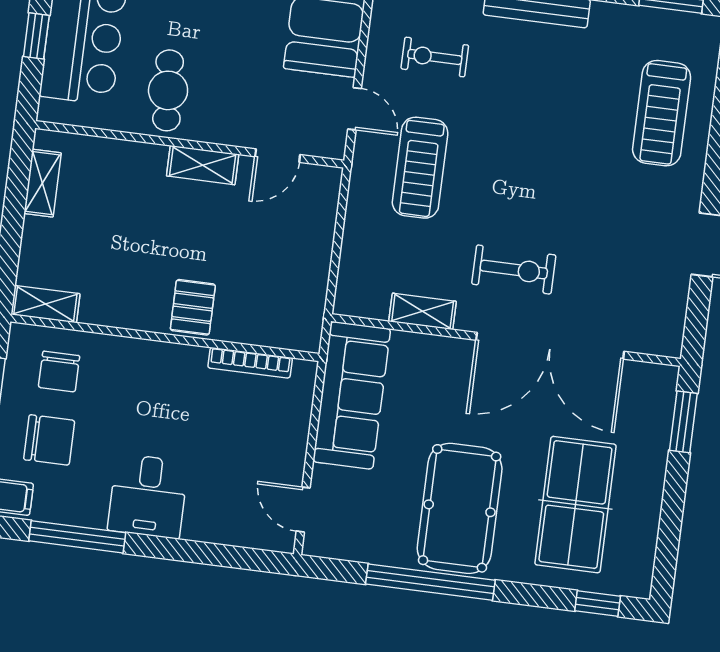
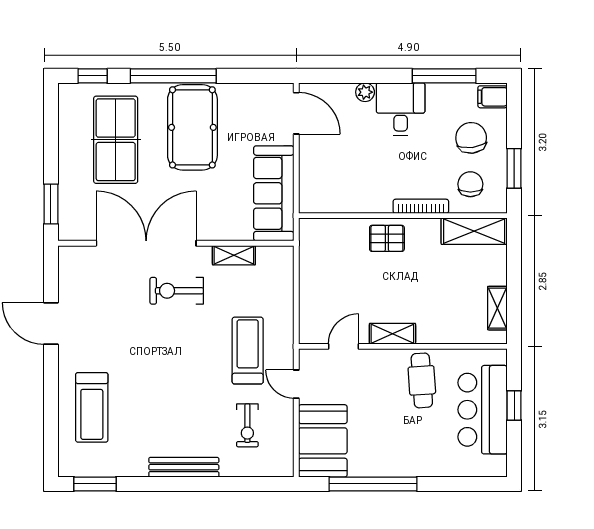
exercise bike: (435, 57) -> (247, 425), turned 90
treadmill: (662, 113) -> (92, 407), turned 180
shelving: (45, 304) -> (474, 231), width x1.50, depth x1.33
pallet: (193, 307) -> (387, 238), turned 90
bookcase: (250, 363) -> (421, 206), moved
chair: (49, 440) -> (471, 138), turned 83
door: (303, 510) -> (296, 113), width x1.38
plant: (197, 528) -> (365, 92), added
window: (430, 582) -> (173, 76), moved

